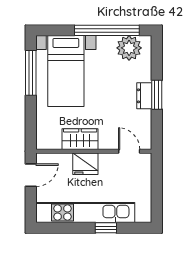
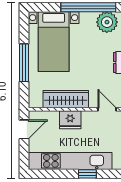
window: (31, 73) -> (24, 63), moved
wardrobe: (80, 139) -> (66, 99), width x1.50

